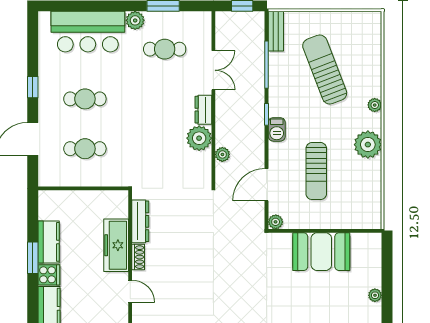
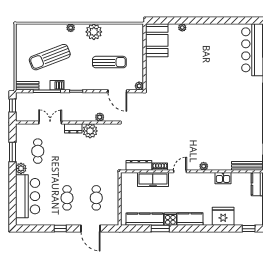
barbecue: (277, 129) -> (57, 85), moved
kitchen counter: (49, 242) -> (145, 219), width x1.50
booth: (321, 252) -> (157, 40), moved

